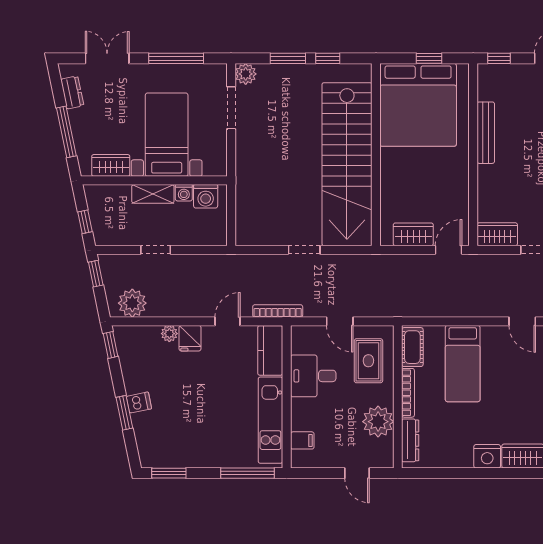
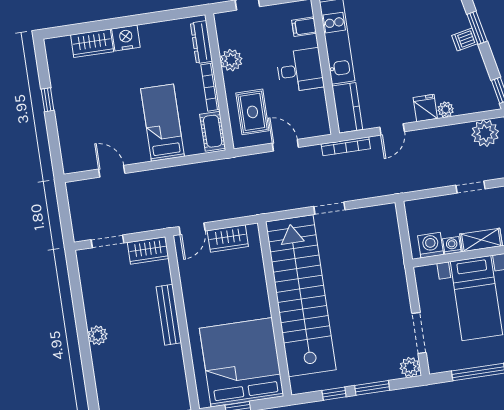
bench: (486, 133) -> (169, 315), moved
desk: (313, 376) -> (300, 70), moved
plant: (378, 422) -> (231, 60), width x0.73, depth x0.73

